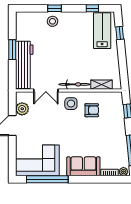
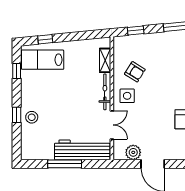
window: (12, 50) -> (65, 164), width x1.44
armchair: (92, 110) -> (135, 72), turned 122

